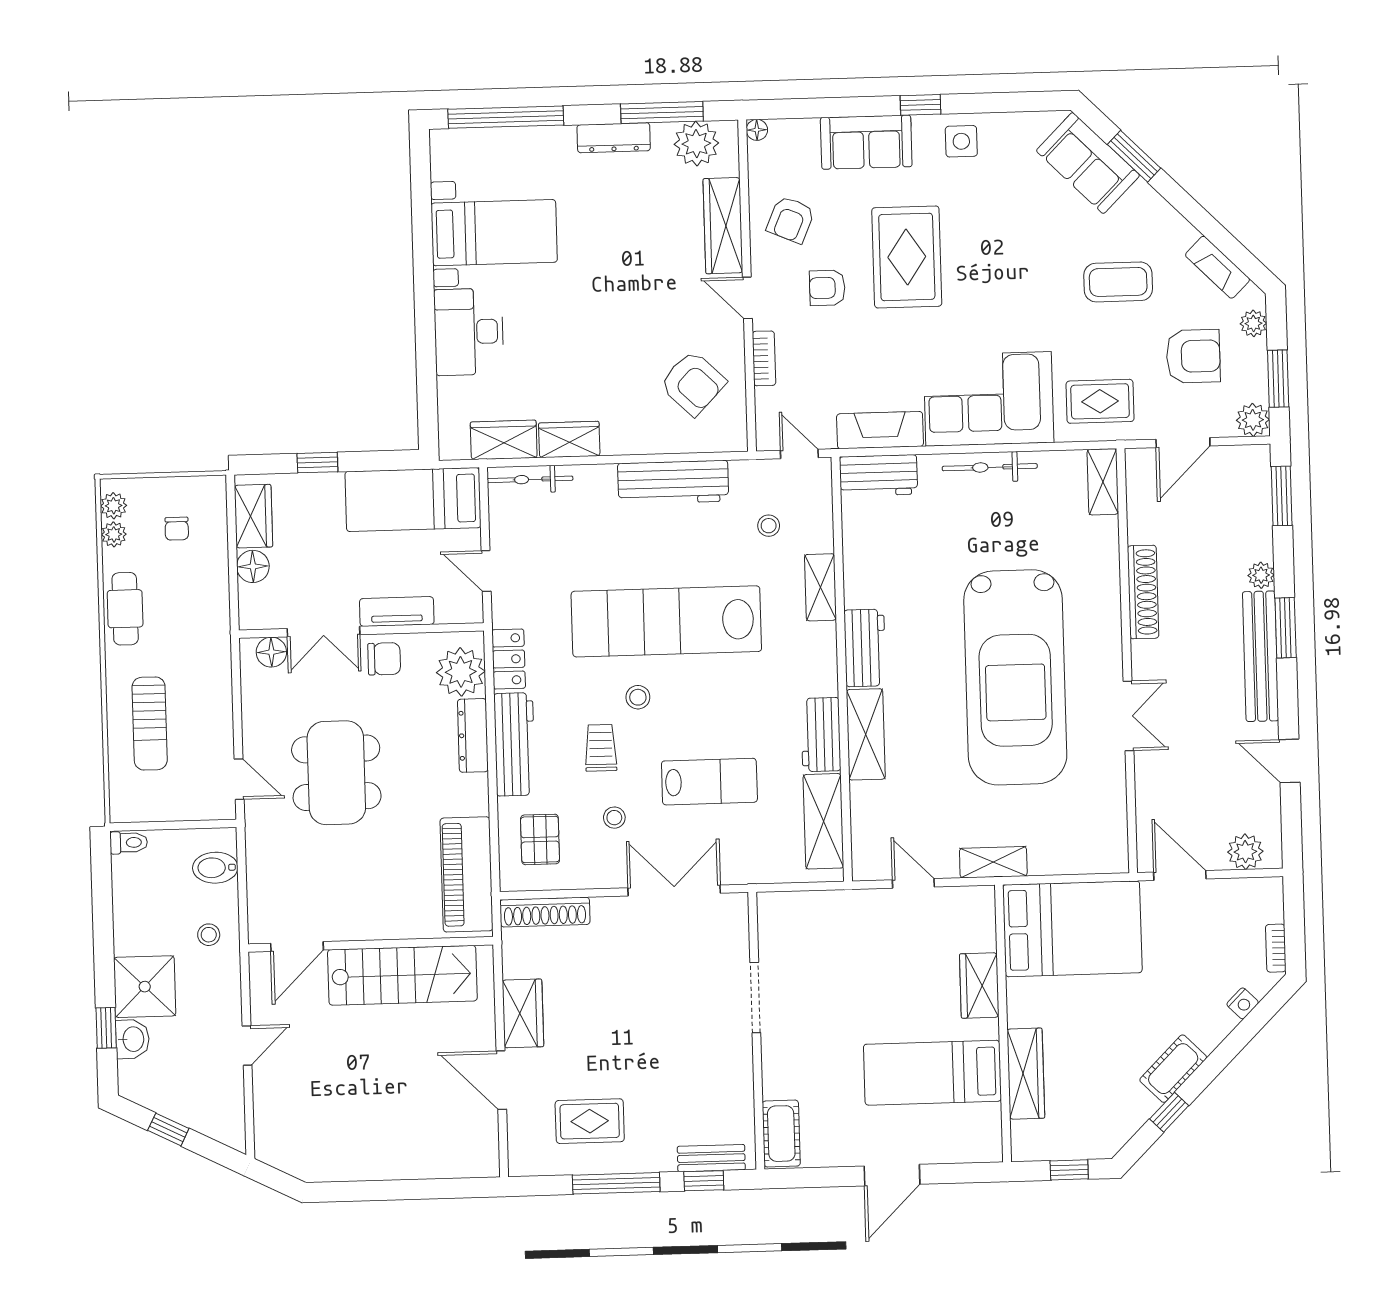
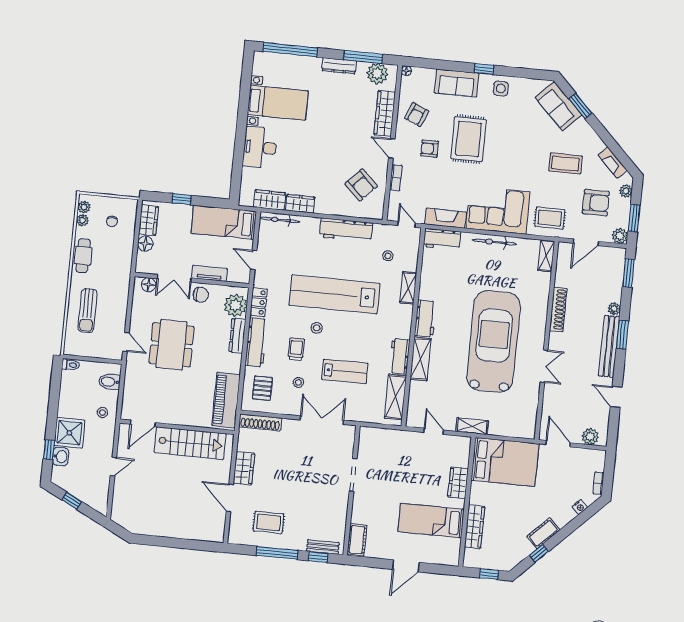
car: (1015, 677) -> (494, 341), turned 180

